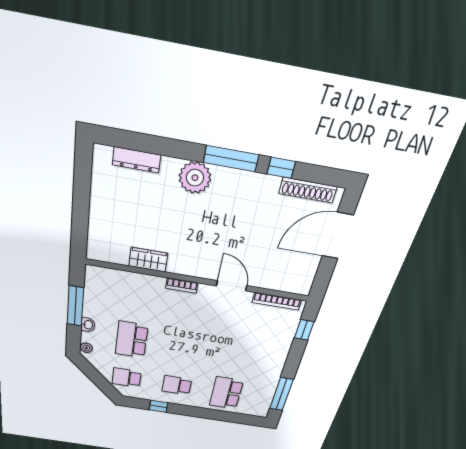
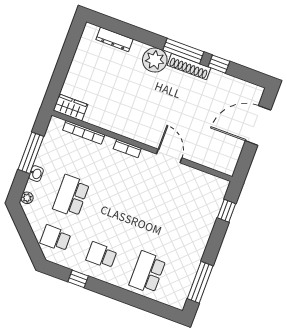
shoe rack: (308, 190) -> (189, 67), moved
wardrobe: (148, 260) -> (70, 107), moved
bookcase: (277, 301) -> (84, 132), moved

